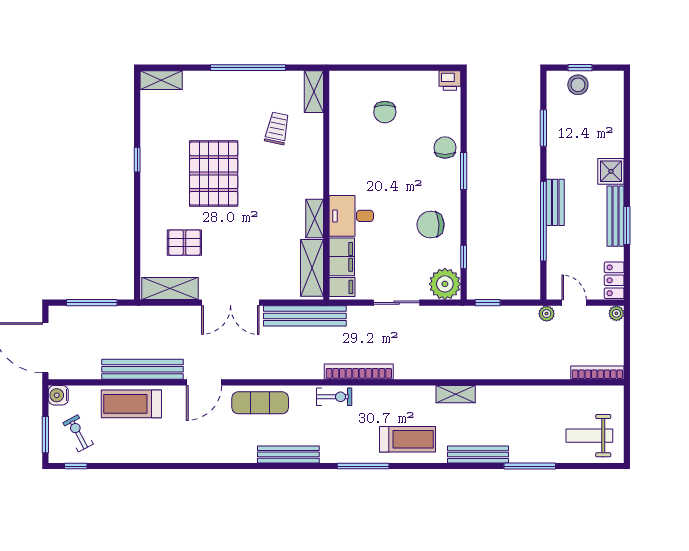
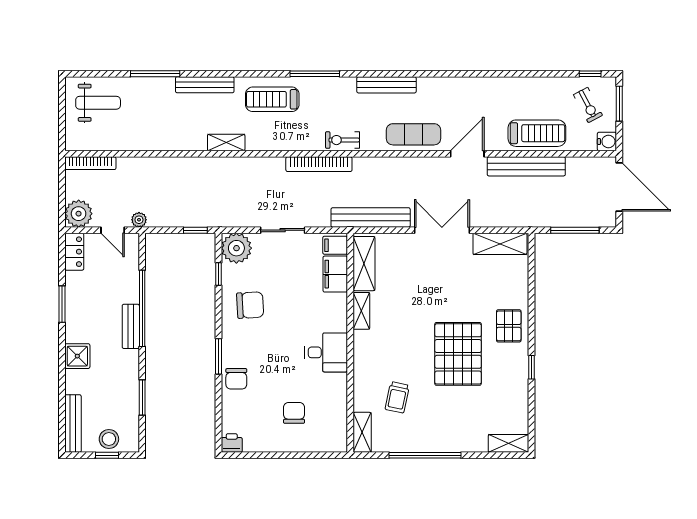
desk: (351, 216) -> (326, 352), moved
bench: (616, 216) -> (73, 424), moved
pallet: (184, 243) -> (509, 326), moved, turned 90
plant: (616, 313) -> (79, 214), width x1.87, depth x1.87

